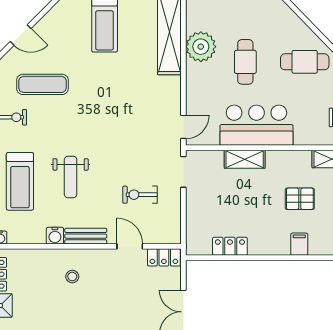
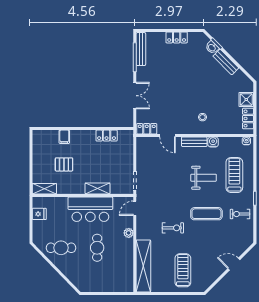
plant: (201, 47) -> (129, 233), moved, width x0.53, depth x0.53
exercise mat: (43, 84) -> (206, 214), moved
weight bench: (71, 177) -> (204, 178), turned 90
exercise bike: (140, 195) -> (173, 228), moved

